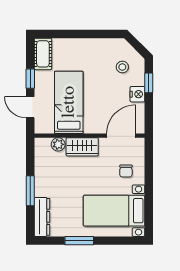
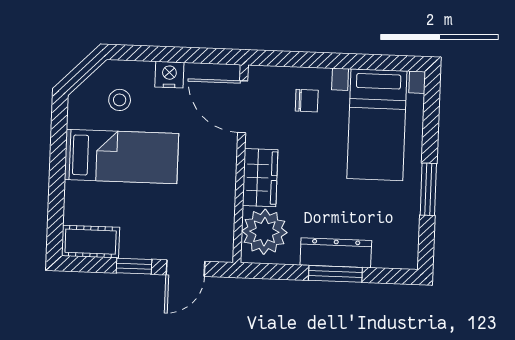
window: (149, 83) -> (150, 54), removed
bed: (69, 102) -> (121, 157), moved, turned 180
plant: (58, 144) -> (264, 232), width x1.88, depth x1.88
dresser: (42, 217) -> (336, 253), moved

